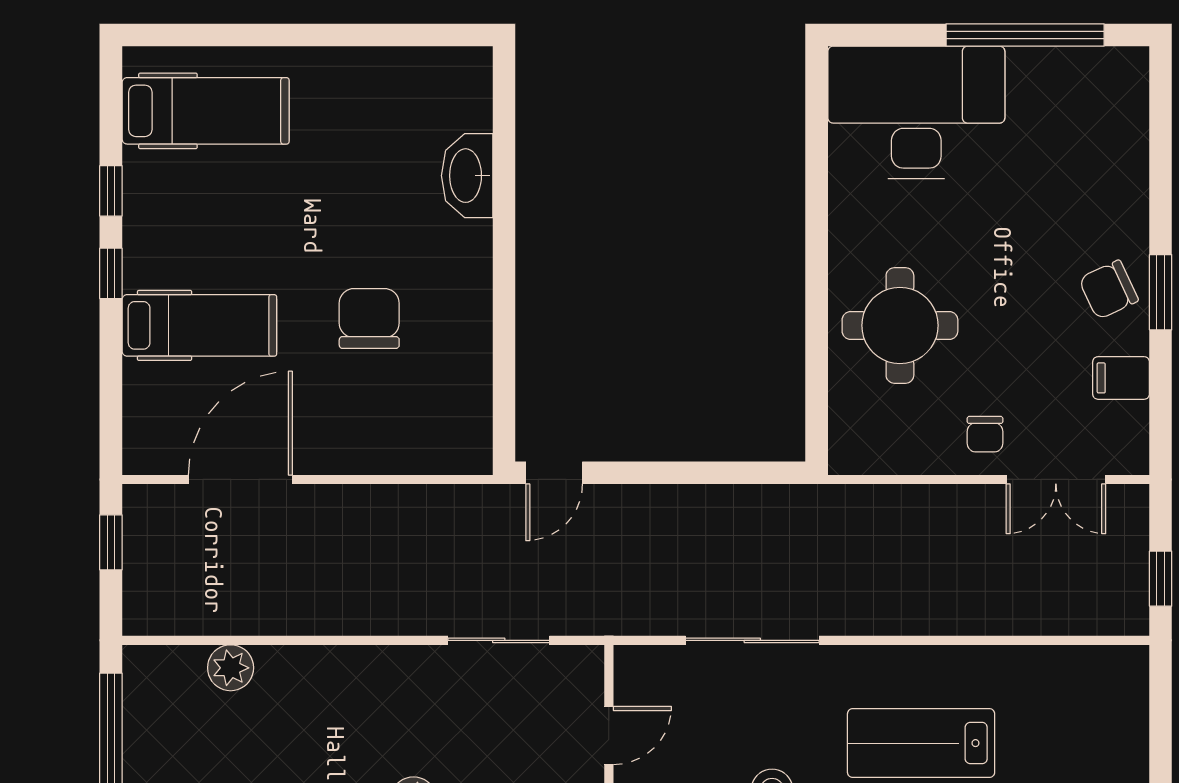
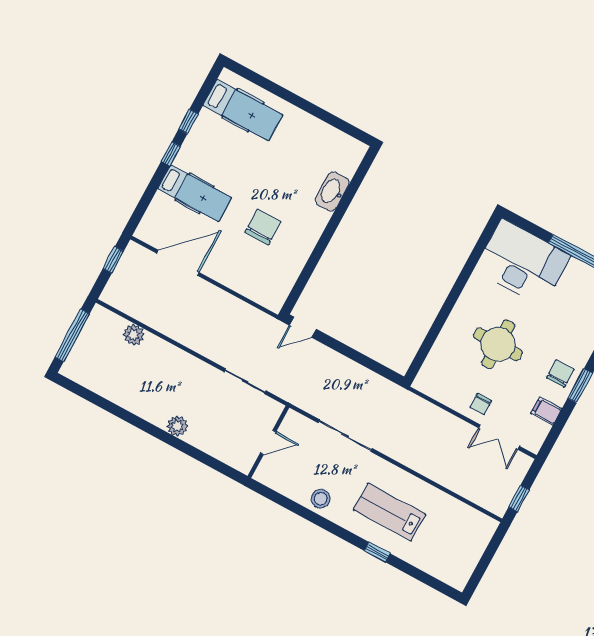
chair: (1109, 290) -> (560, 374), turned 115
round table: (900, 325) -> (498, 344), moved

